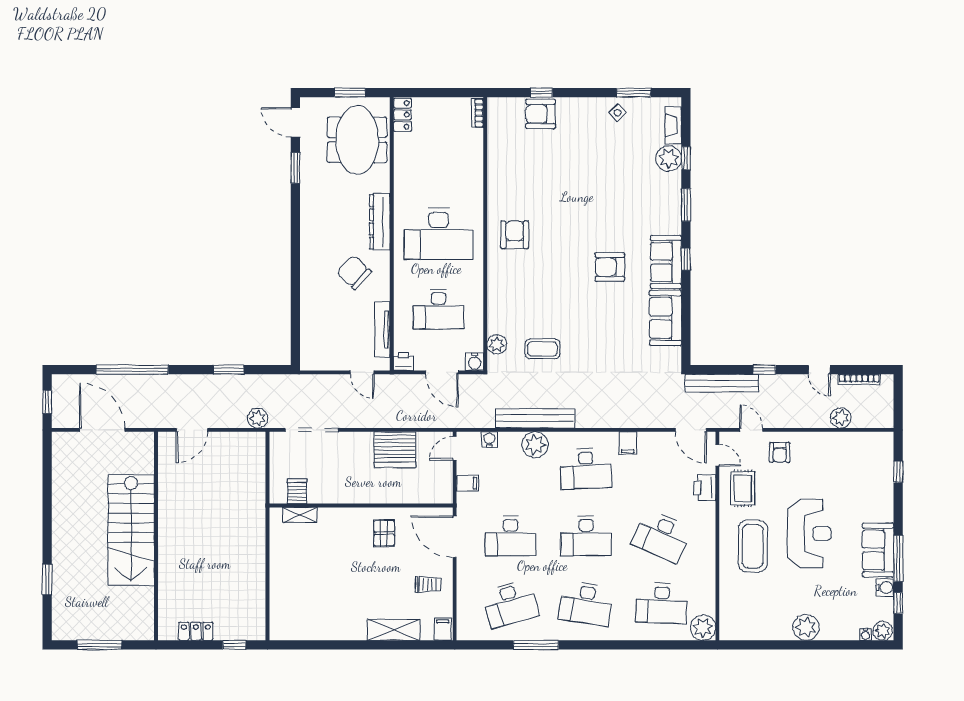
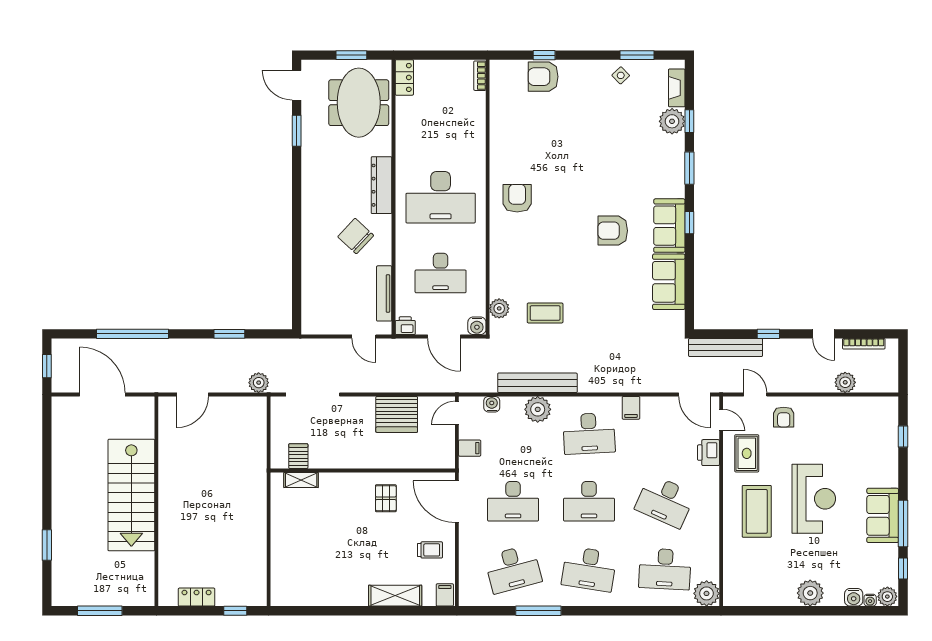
water cooler: (885, 588) -> (854, 597), moved, turned 90

